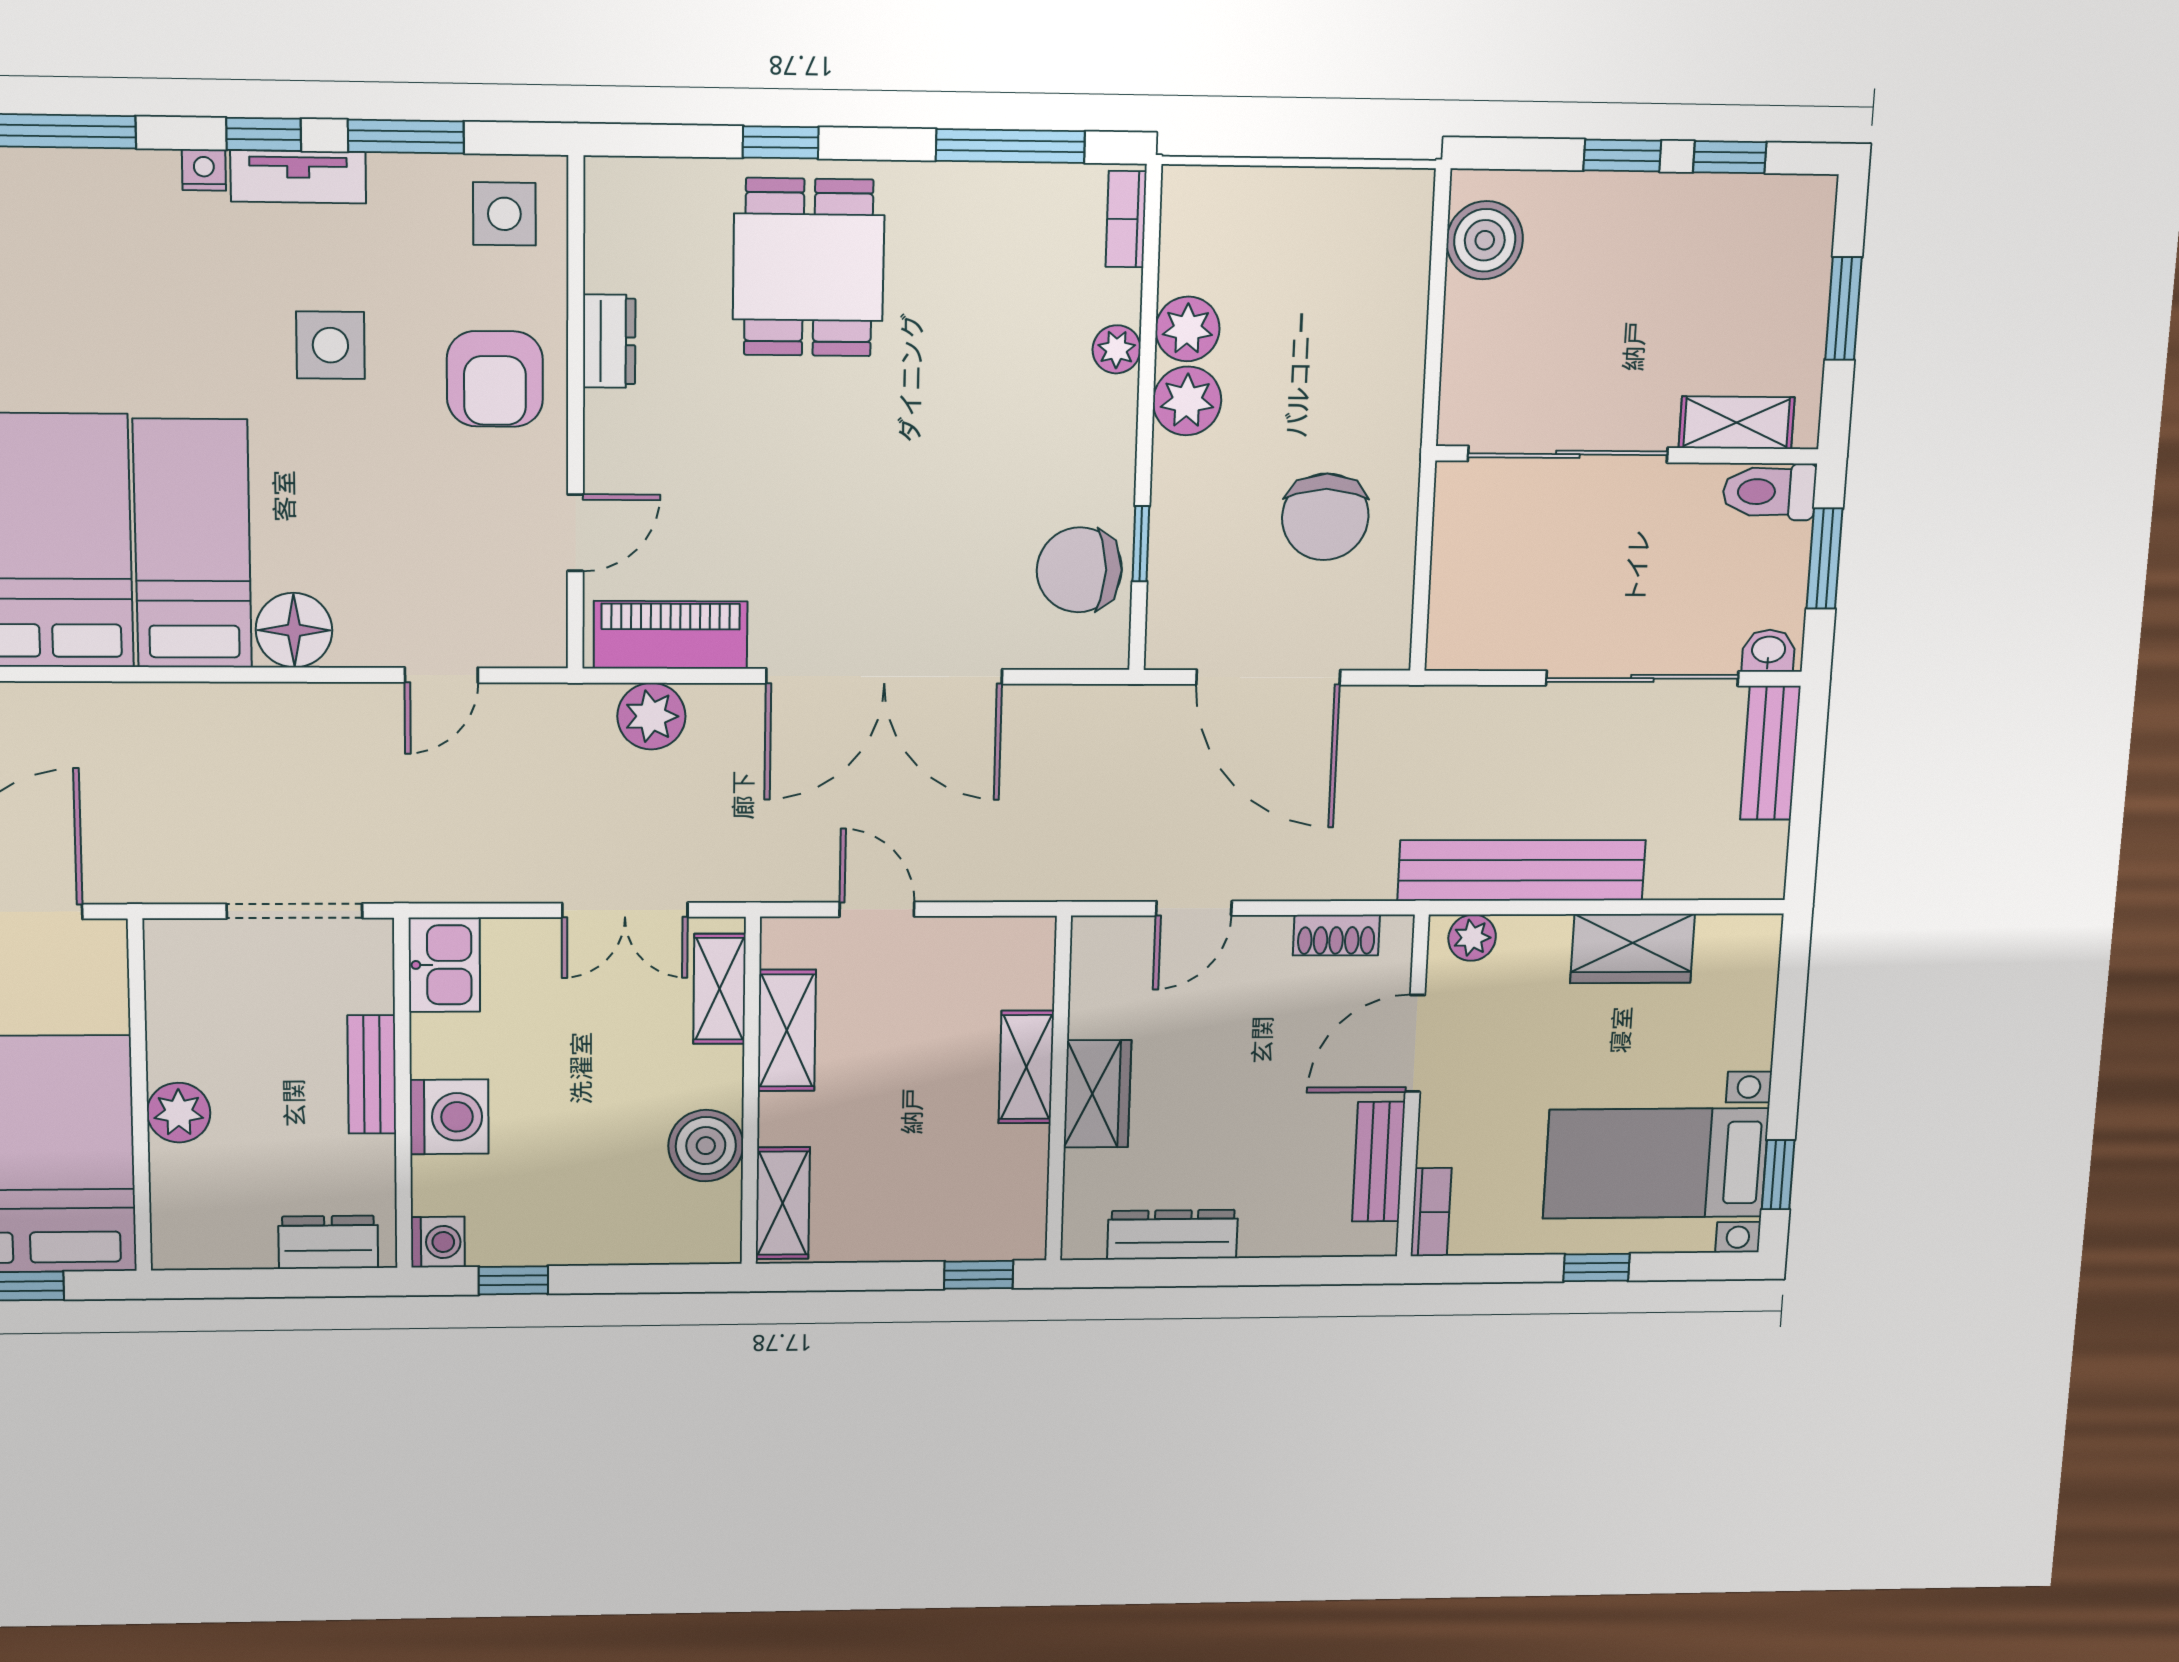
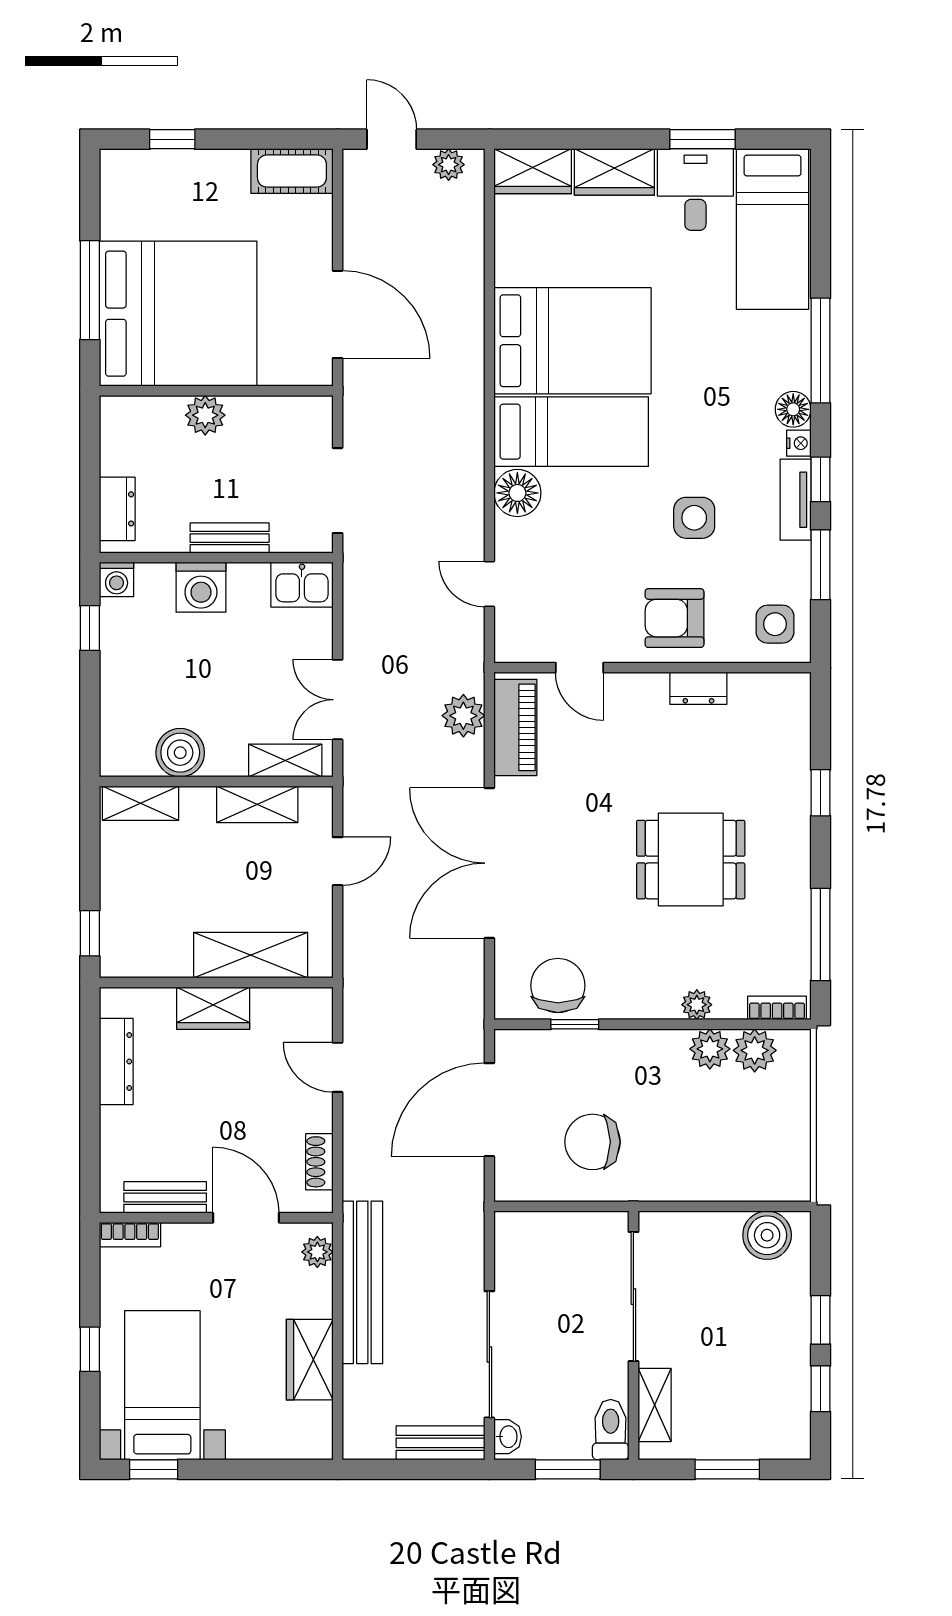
floor lamp: (147, 179) -> (793, 409), added
dining table: (809, 267) -> (691, 860), moved
plant: (1187, 401) -> (755, 1050), moved
shelving: (1026, 1067) -> (251, 955), width x1.50, depth x1.33

